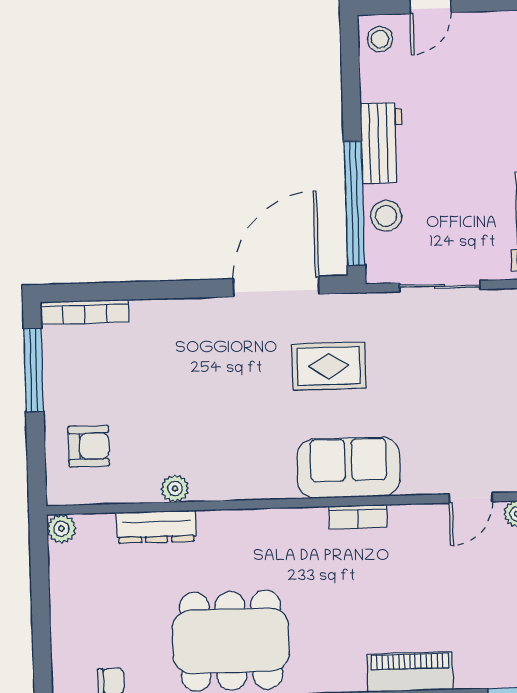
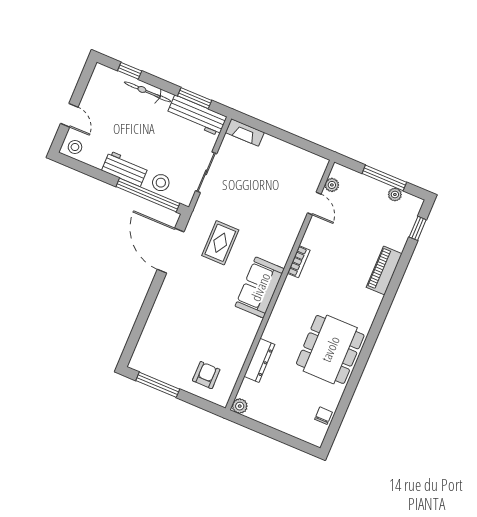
bookcase: (85, 312) -> (141, 348), removed
sofa: (348, 468) -> (260, 287), moved
plant: (175, 489) -> (245, 343), removed

